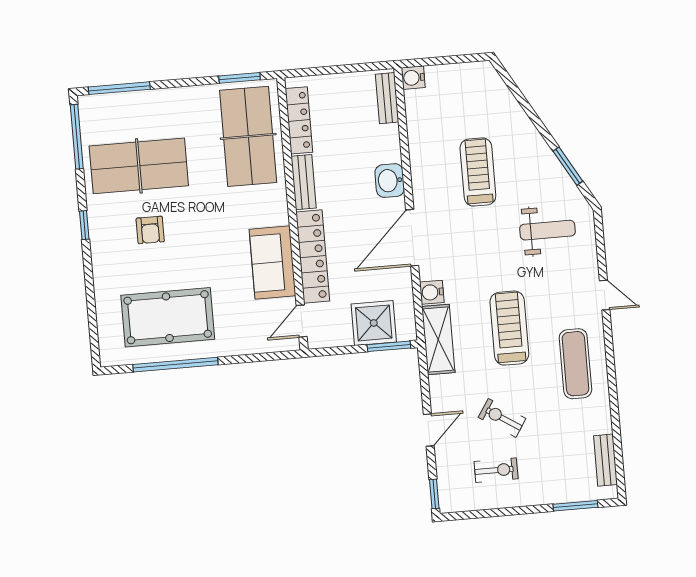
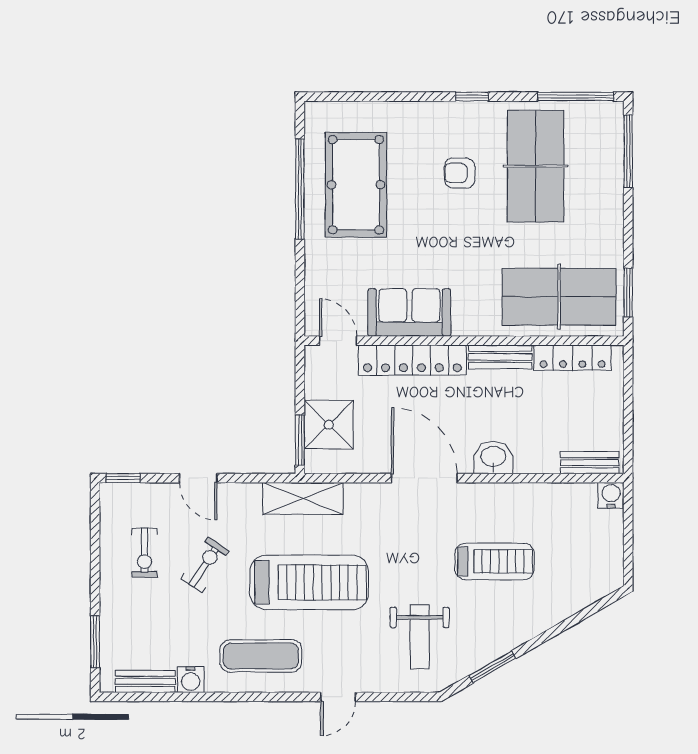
water cooler: (432, 292) -> (191, 679), moved, turned 180
treadmill: (509, 328) -> (309, 582), width x1.37, depth x1.38

